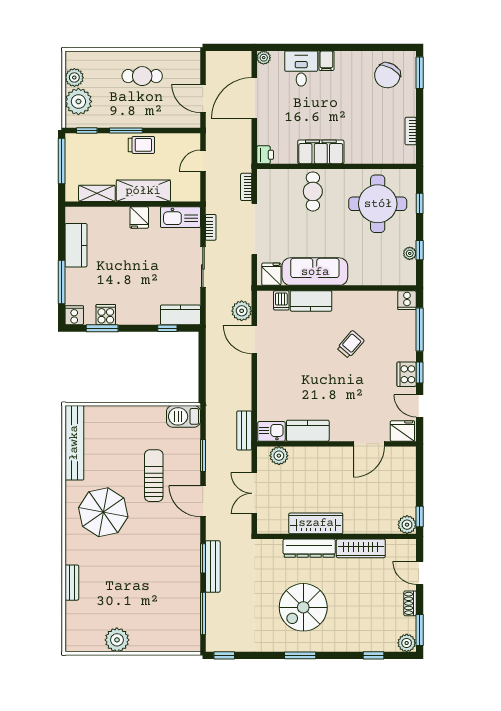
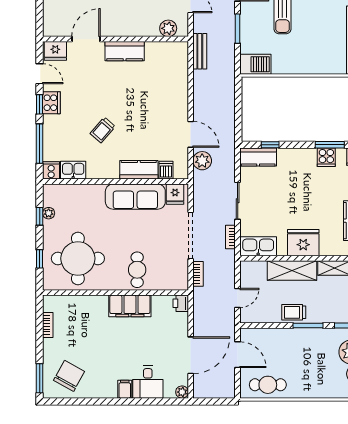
cafe table: (142, 76) -> (268, 385), moved
fridge: (139, 218) -> (303, 243), width x1.88, depth x1.34
kitchen sink: (271, 431) -> (73, 170), moved, turned 180
kitchen counter: (308, 431) -> (125, 51), moved

